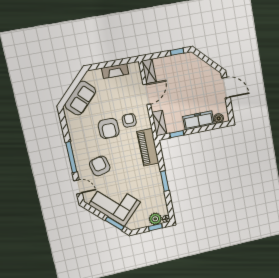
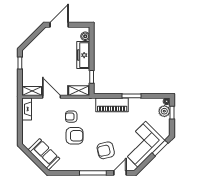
fireplace: (115, 71) -> (27, 109), moved
piano: (148, 147) -> (112, 105), moved

